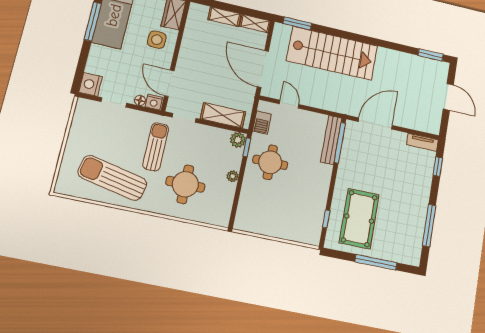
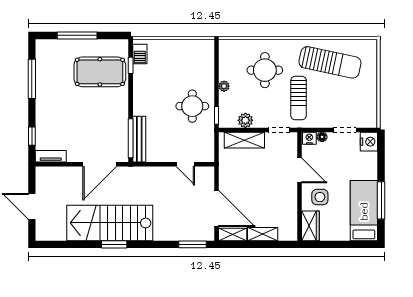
stairs: (332, 53) -> (110, 223), moved
window: (431, 55) -> (114, 244), moved
door: (263, 69) -> (217, 208), moved
door: (169, 83) -> (300, 170), moved
barbecue: (262, 123) -> (140, 54), moved, turned 180
plant: (238, 140) -> (245, 120), moved
pool table: (359, 219) -> (100, 72), turned 90

